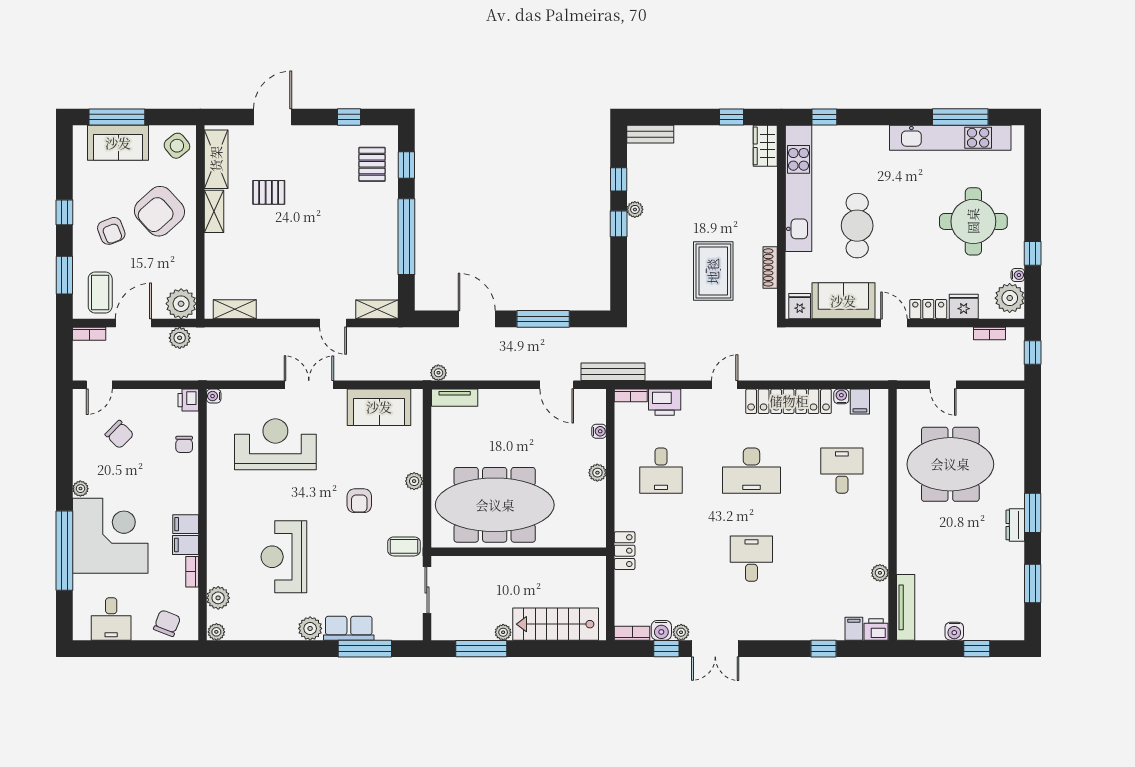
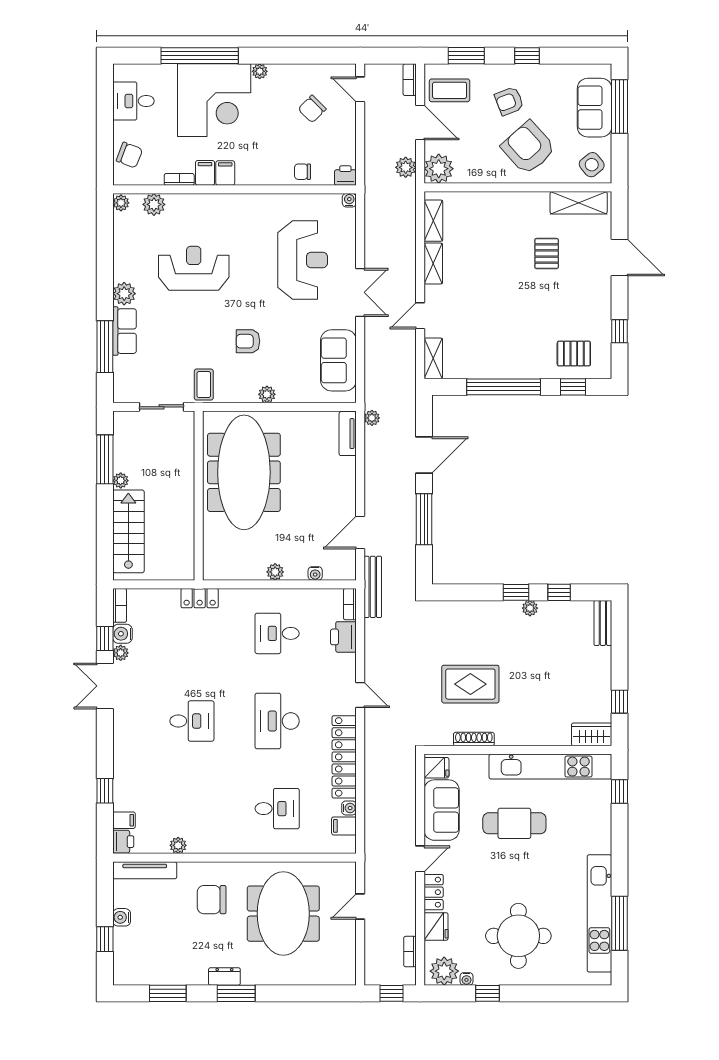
shelving: (214, 211) -> (433, 264), moved, turned 90
chair: (936, 538) -> (212, 900), added

